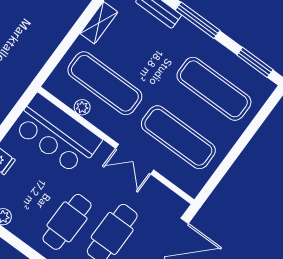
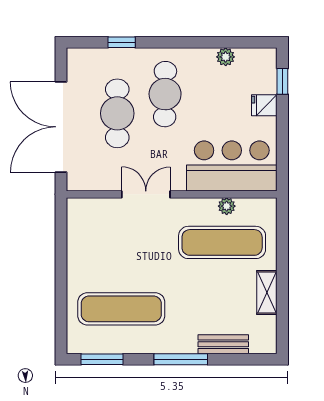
exercise mat: (178, 137) -> (121, 242), removed

